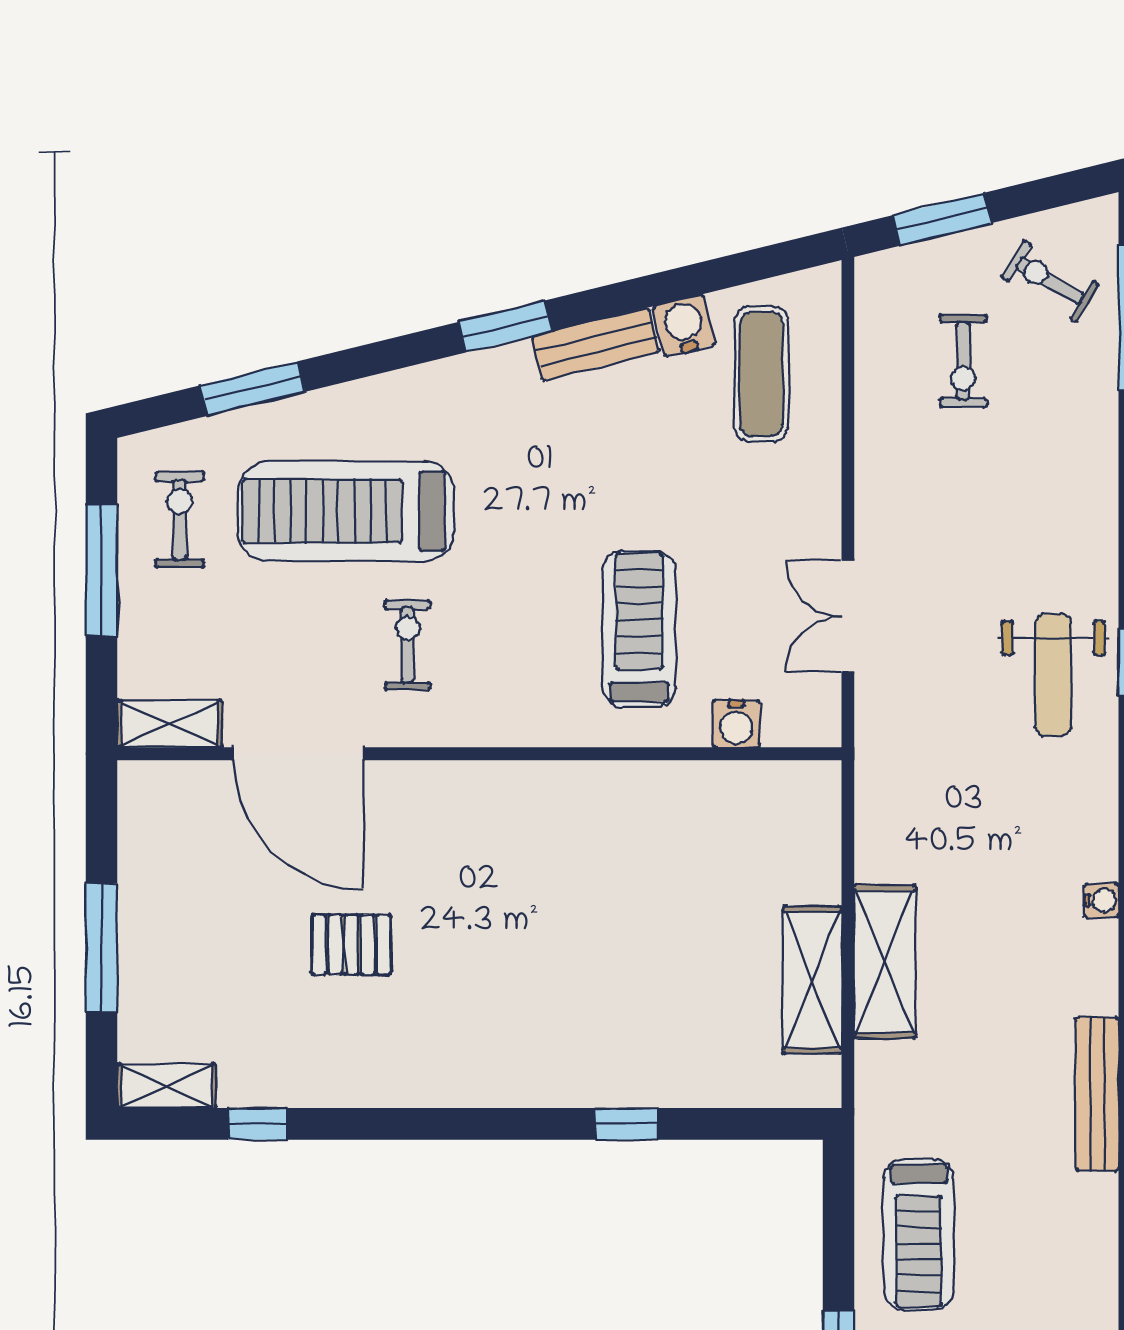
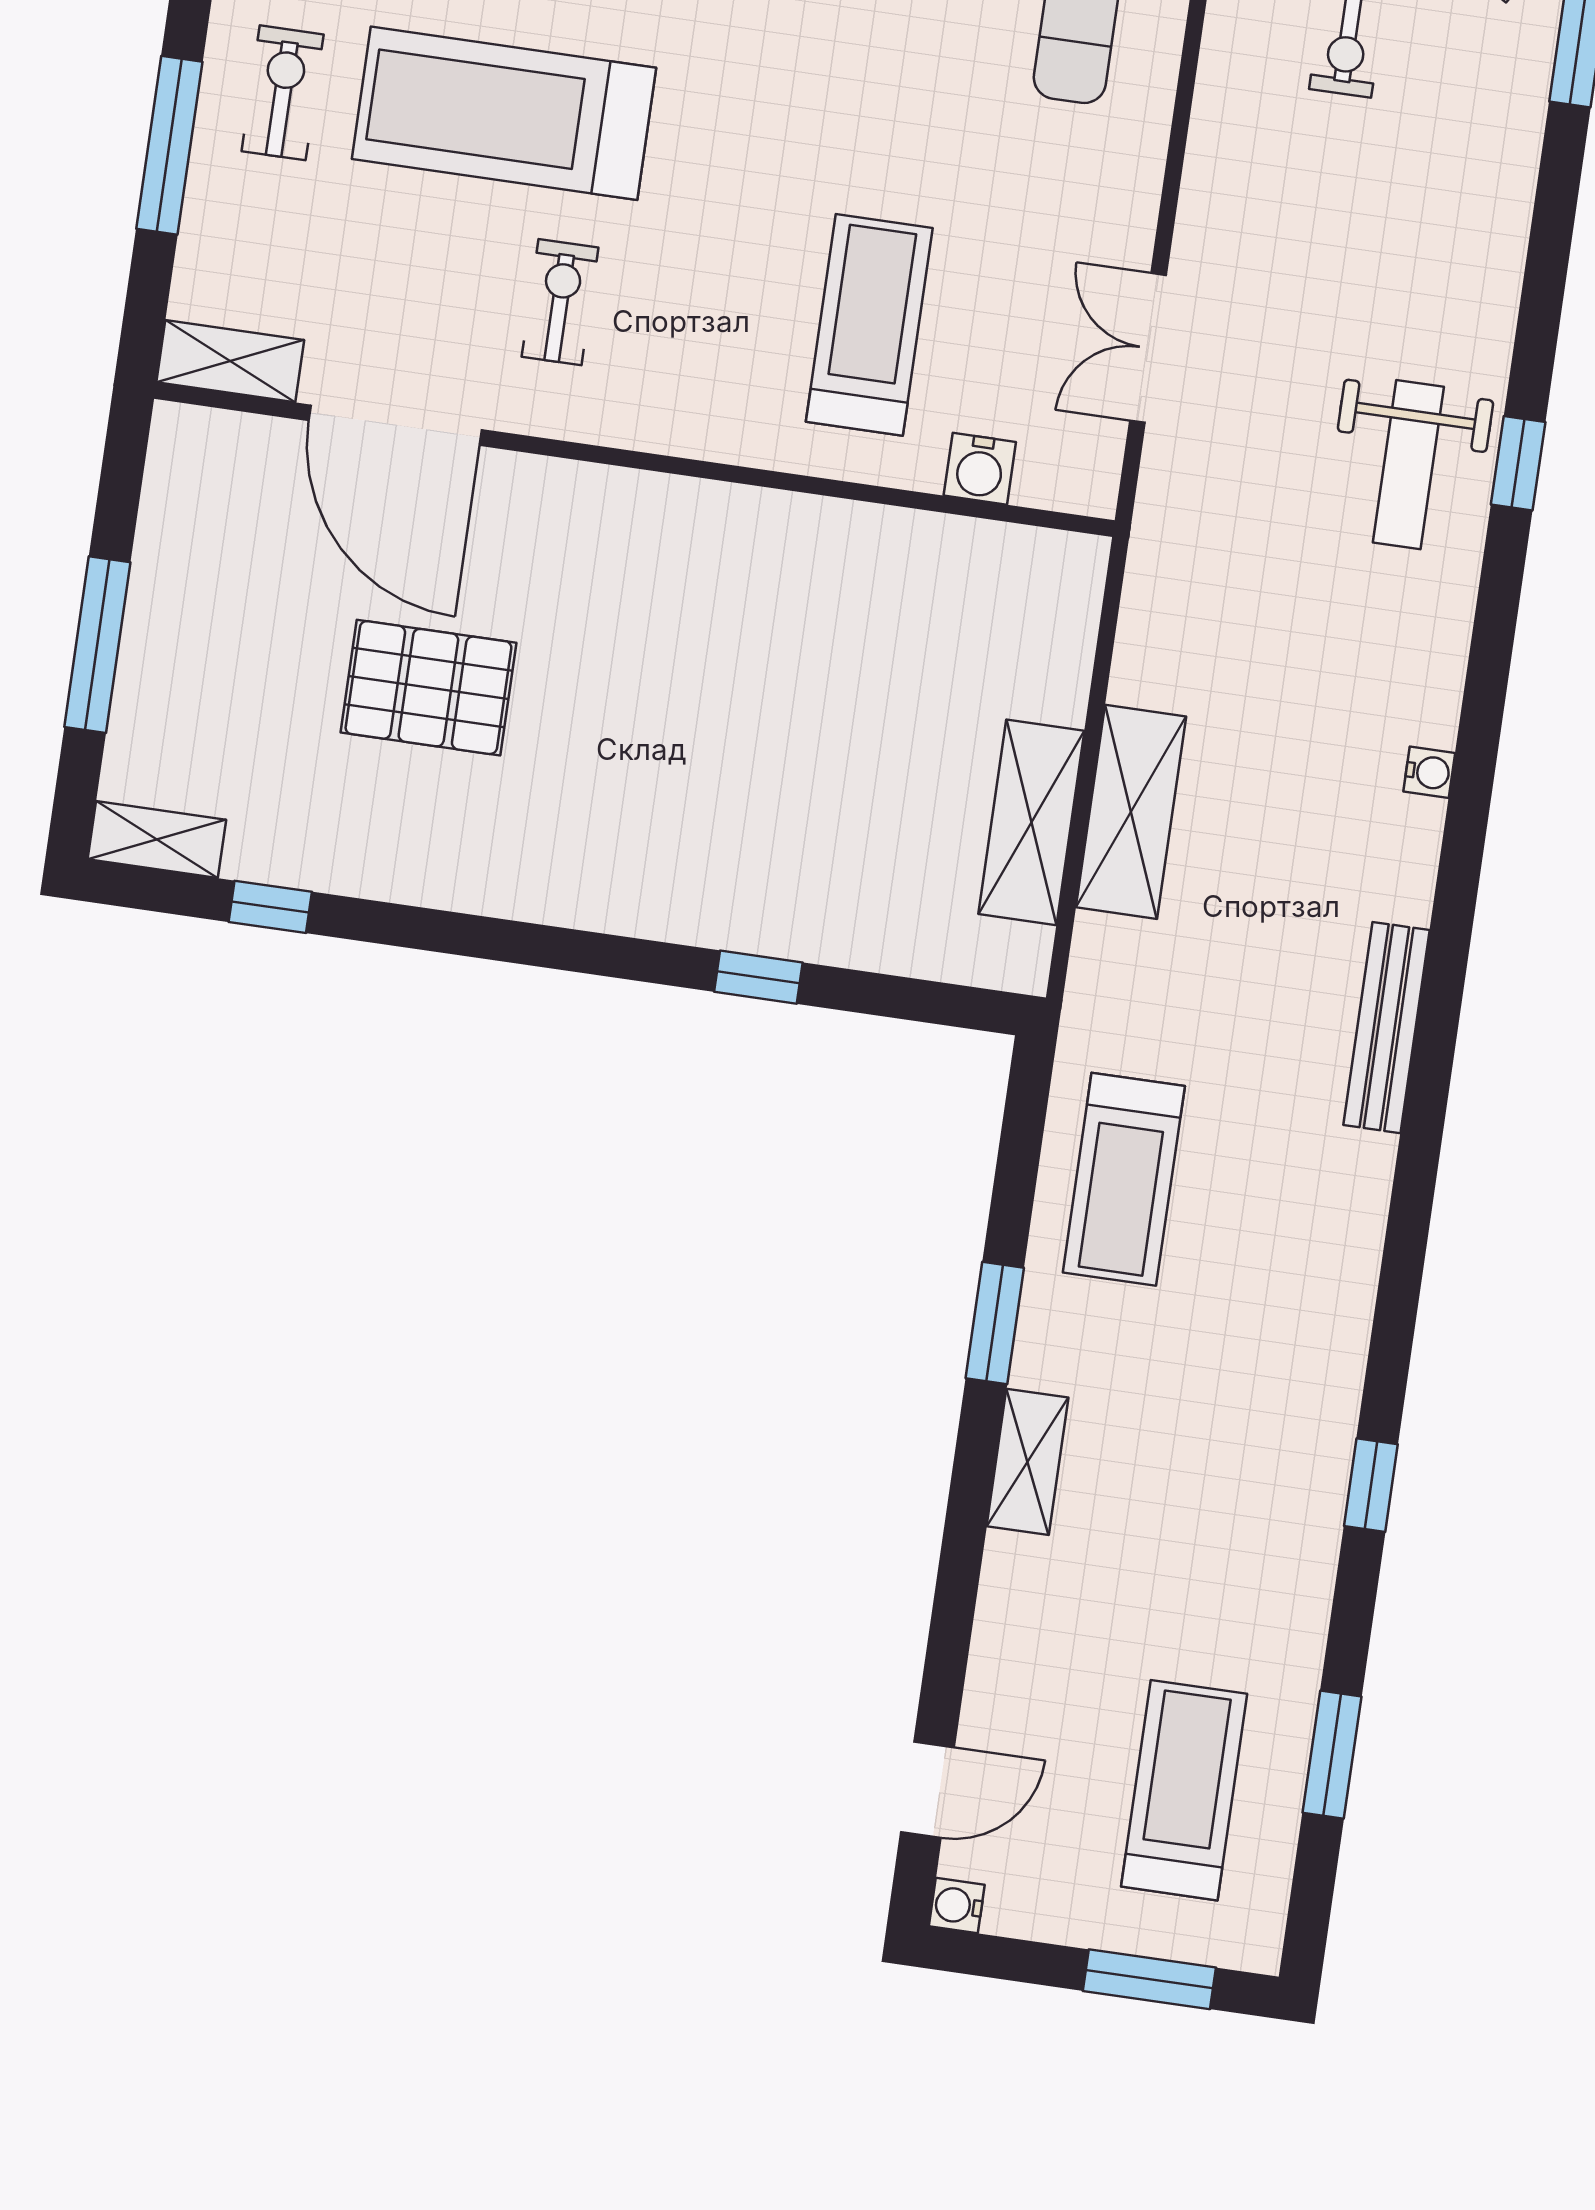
pallet: (351, 945) -> (428, 688), width x1.50, depth x1.42

